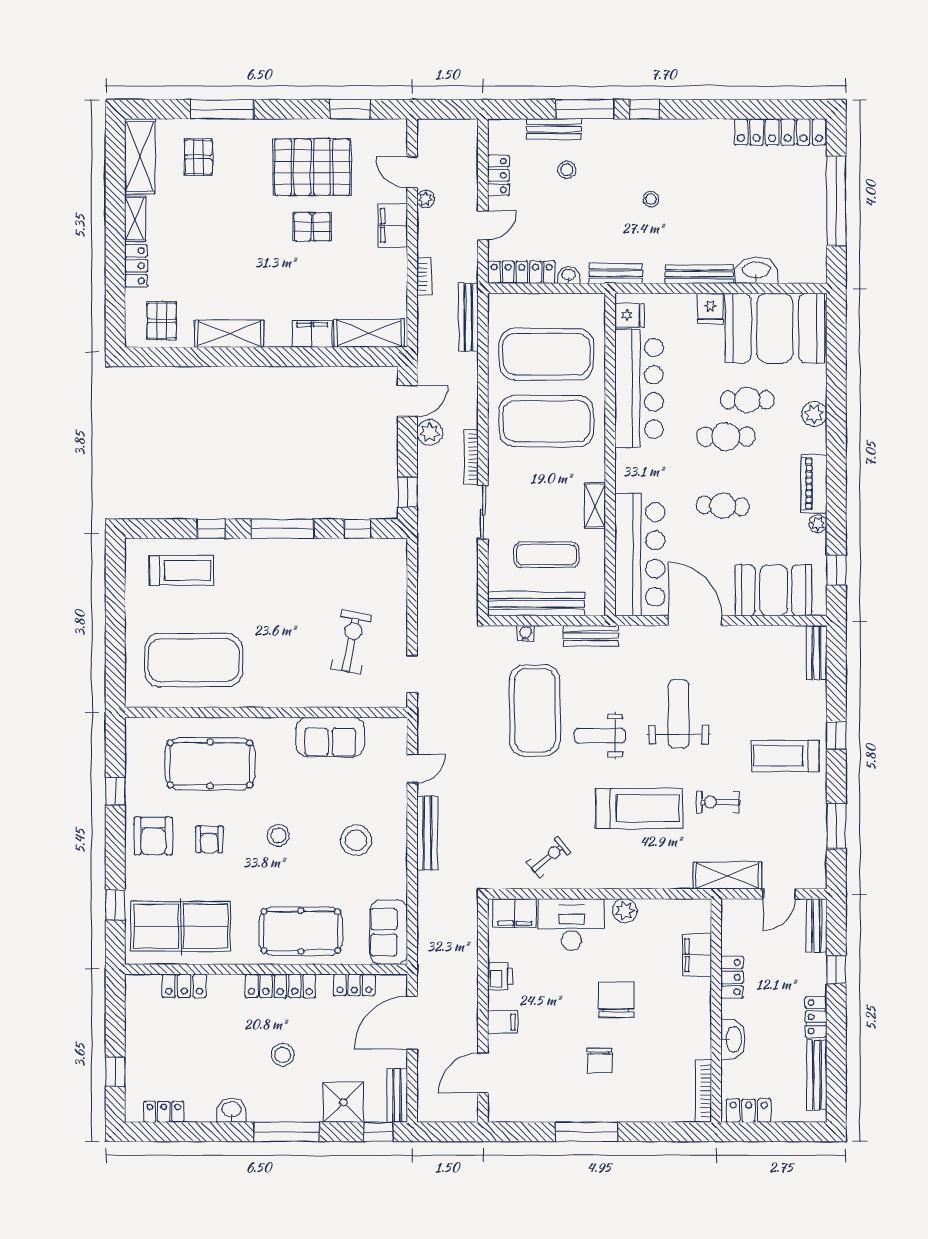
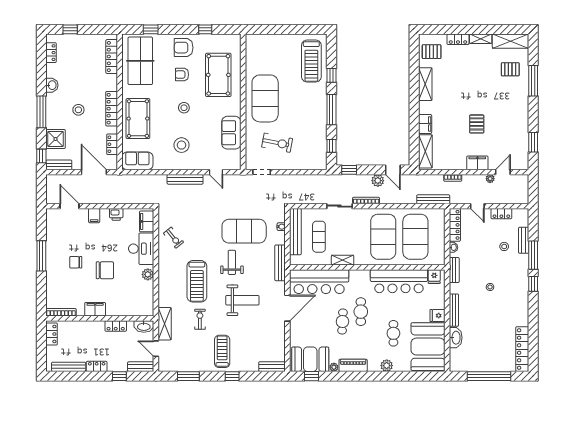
pallet: (312, 167) -> (505, 124), removed
cafe table: (726, 437) -> (361, 312), moved
treadmill: (181, 571) -> (311, 61), width x1.37, depth x1.38
booth: (773, 590) -> (310, 359), moved, turned 90
bench: (591, 636) -> (280, 263), width x1.36
exercise mat: (193, 660) -> (265, 98), moved
filing cabinet: (697, 955) -> (95, 309), moved
locker: (184, 986) -> (112, 57), width x1.53
washbasin: (733, 1039) -> (144, 326), moved

